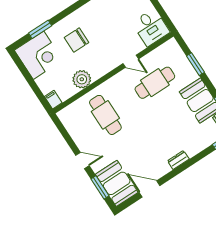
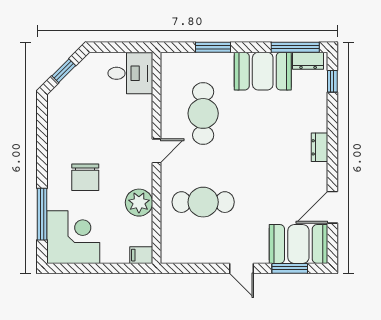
window: (40, 29) -> (42, 214), width x1.44
door: (131, 61) -> (156, 151), moved
door: (82, 160) -> (242, 268), swing flipped

